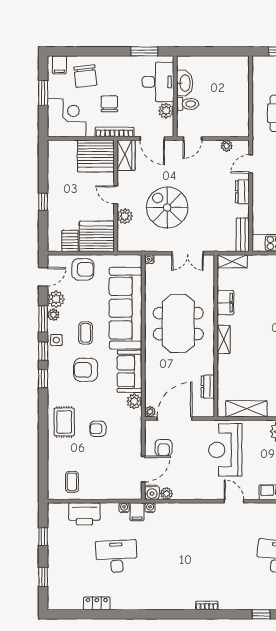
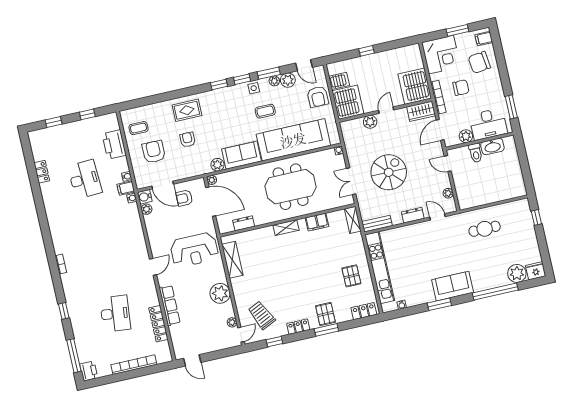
spiral stairs: (167, 207) -> (389, 172), moved
armchair: (86, 370) -> (154, 152), moved
reception desk: (225, 450) -> (194, 250), turned 180

